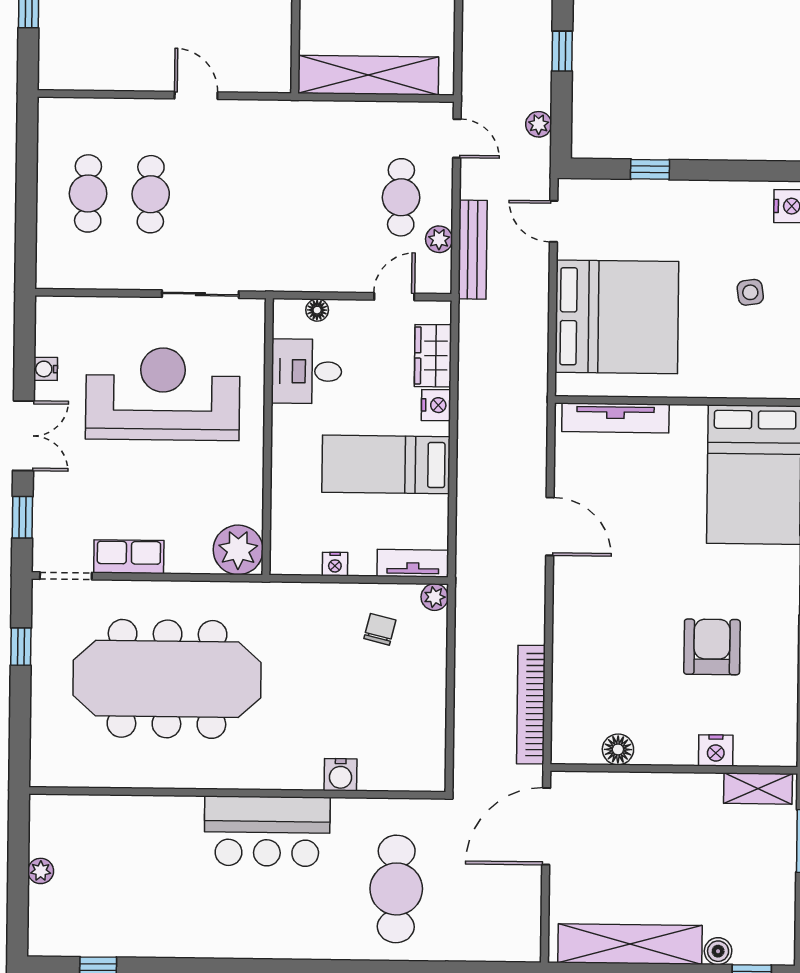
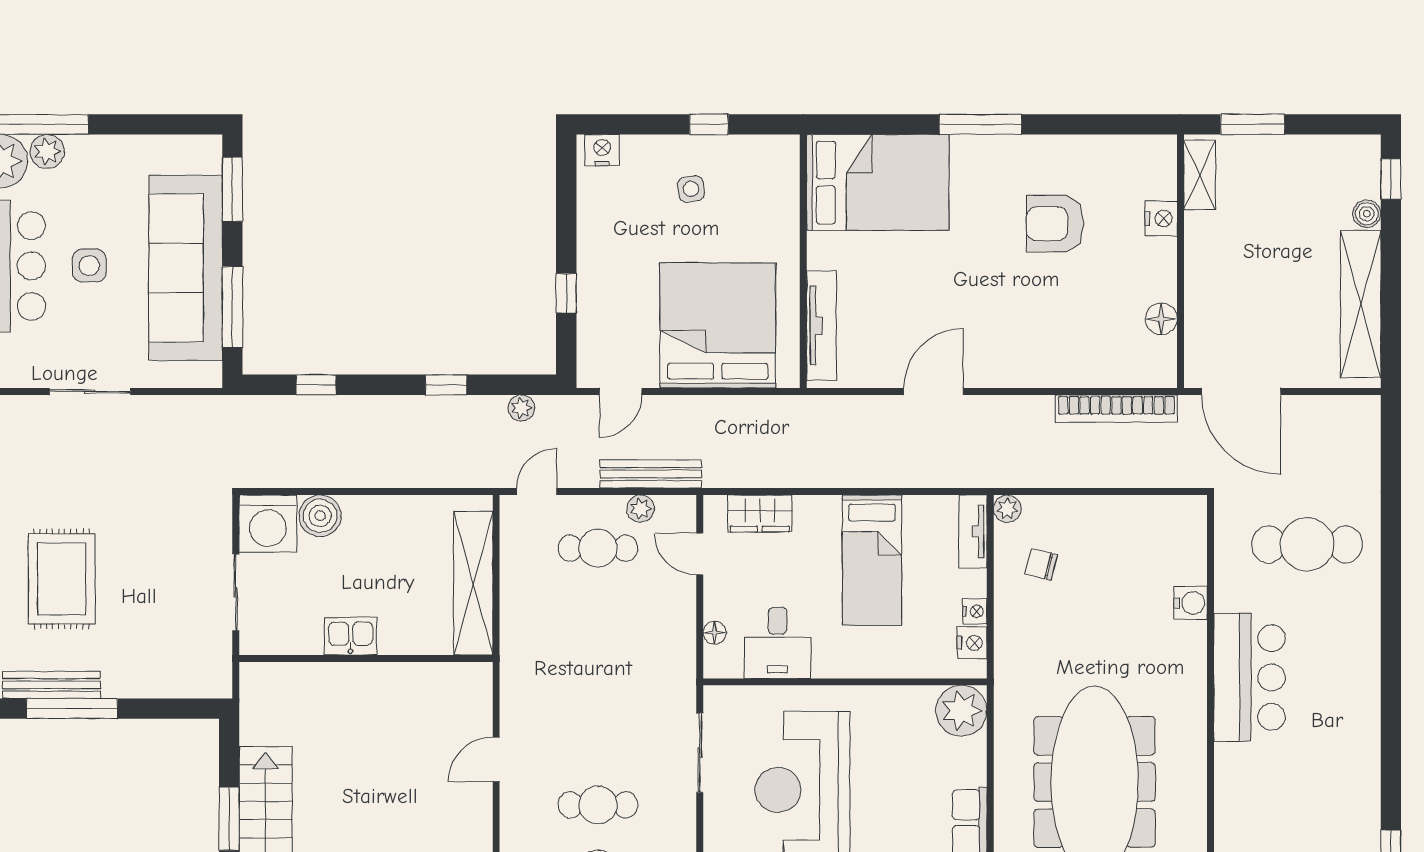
nightstand: (436, 405) -> (972, 643), moved, turned 90

